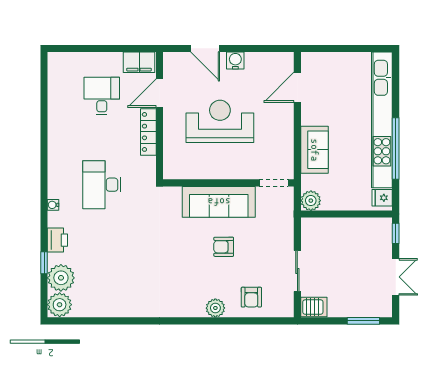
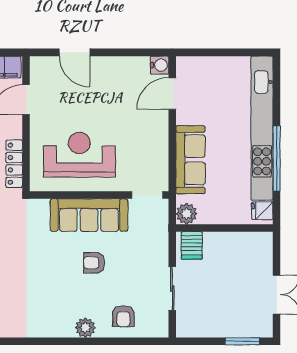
water cooler: (235, 61) -> (160, 65), moved, turned 90
reception desk: (220, 121) -> (79, 155), moved
locker: (148, 132) -> (14, 164), moved
sofa: (315, 150) -> (191, 160), width x1.36
window: (396, 233) -> (277, 249), removed
server rack: (314, 307) -> (192, 245), moved, turned 90

